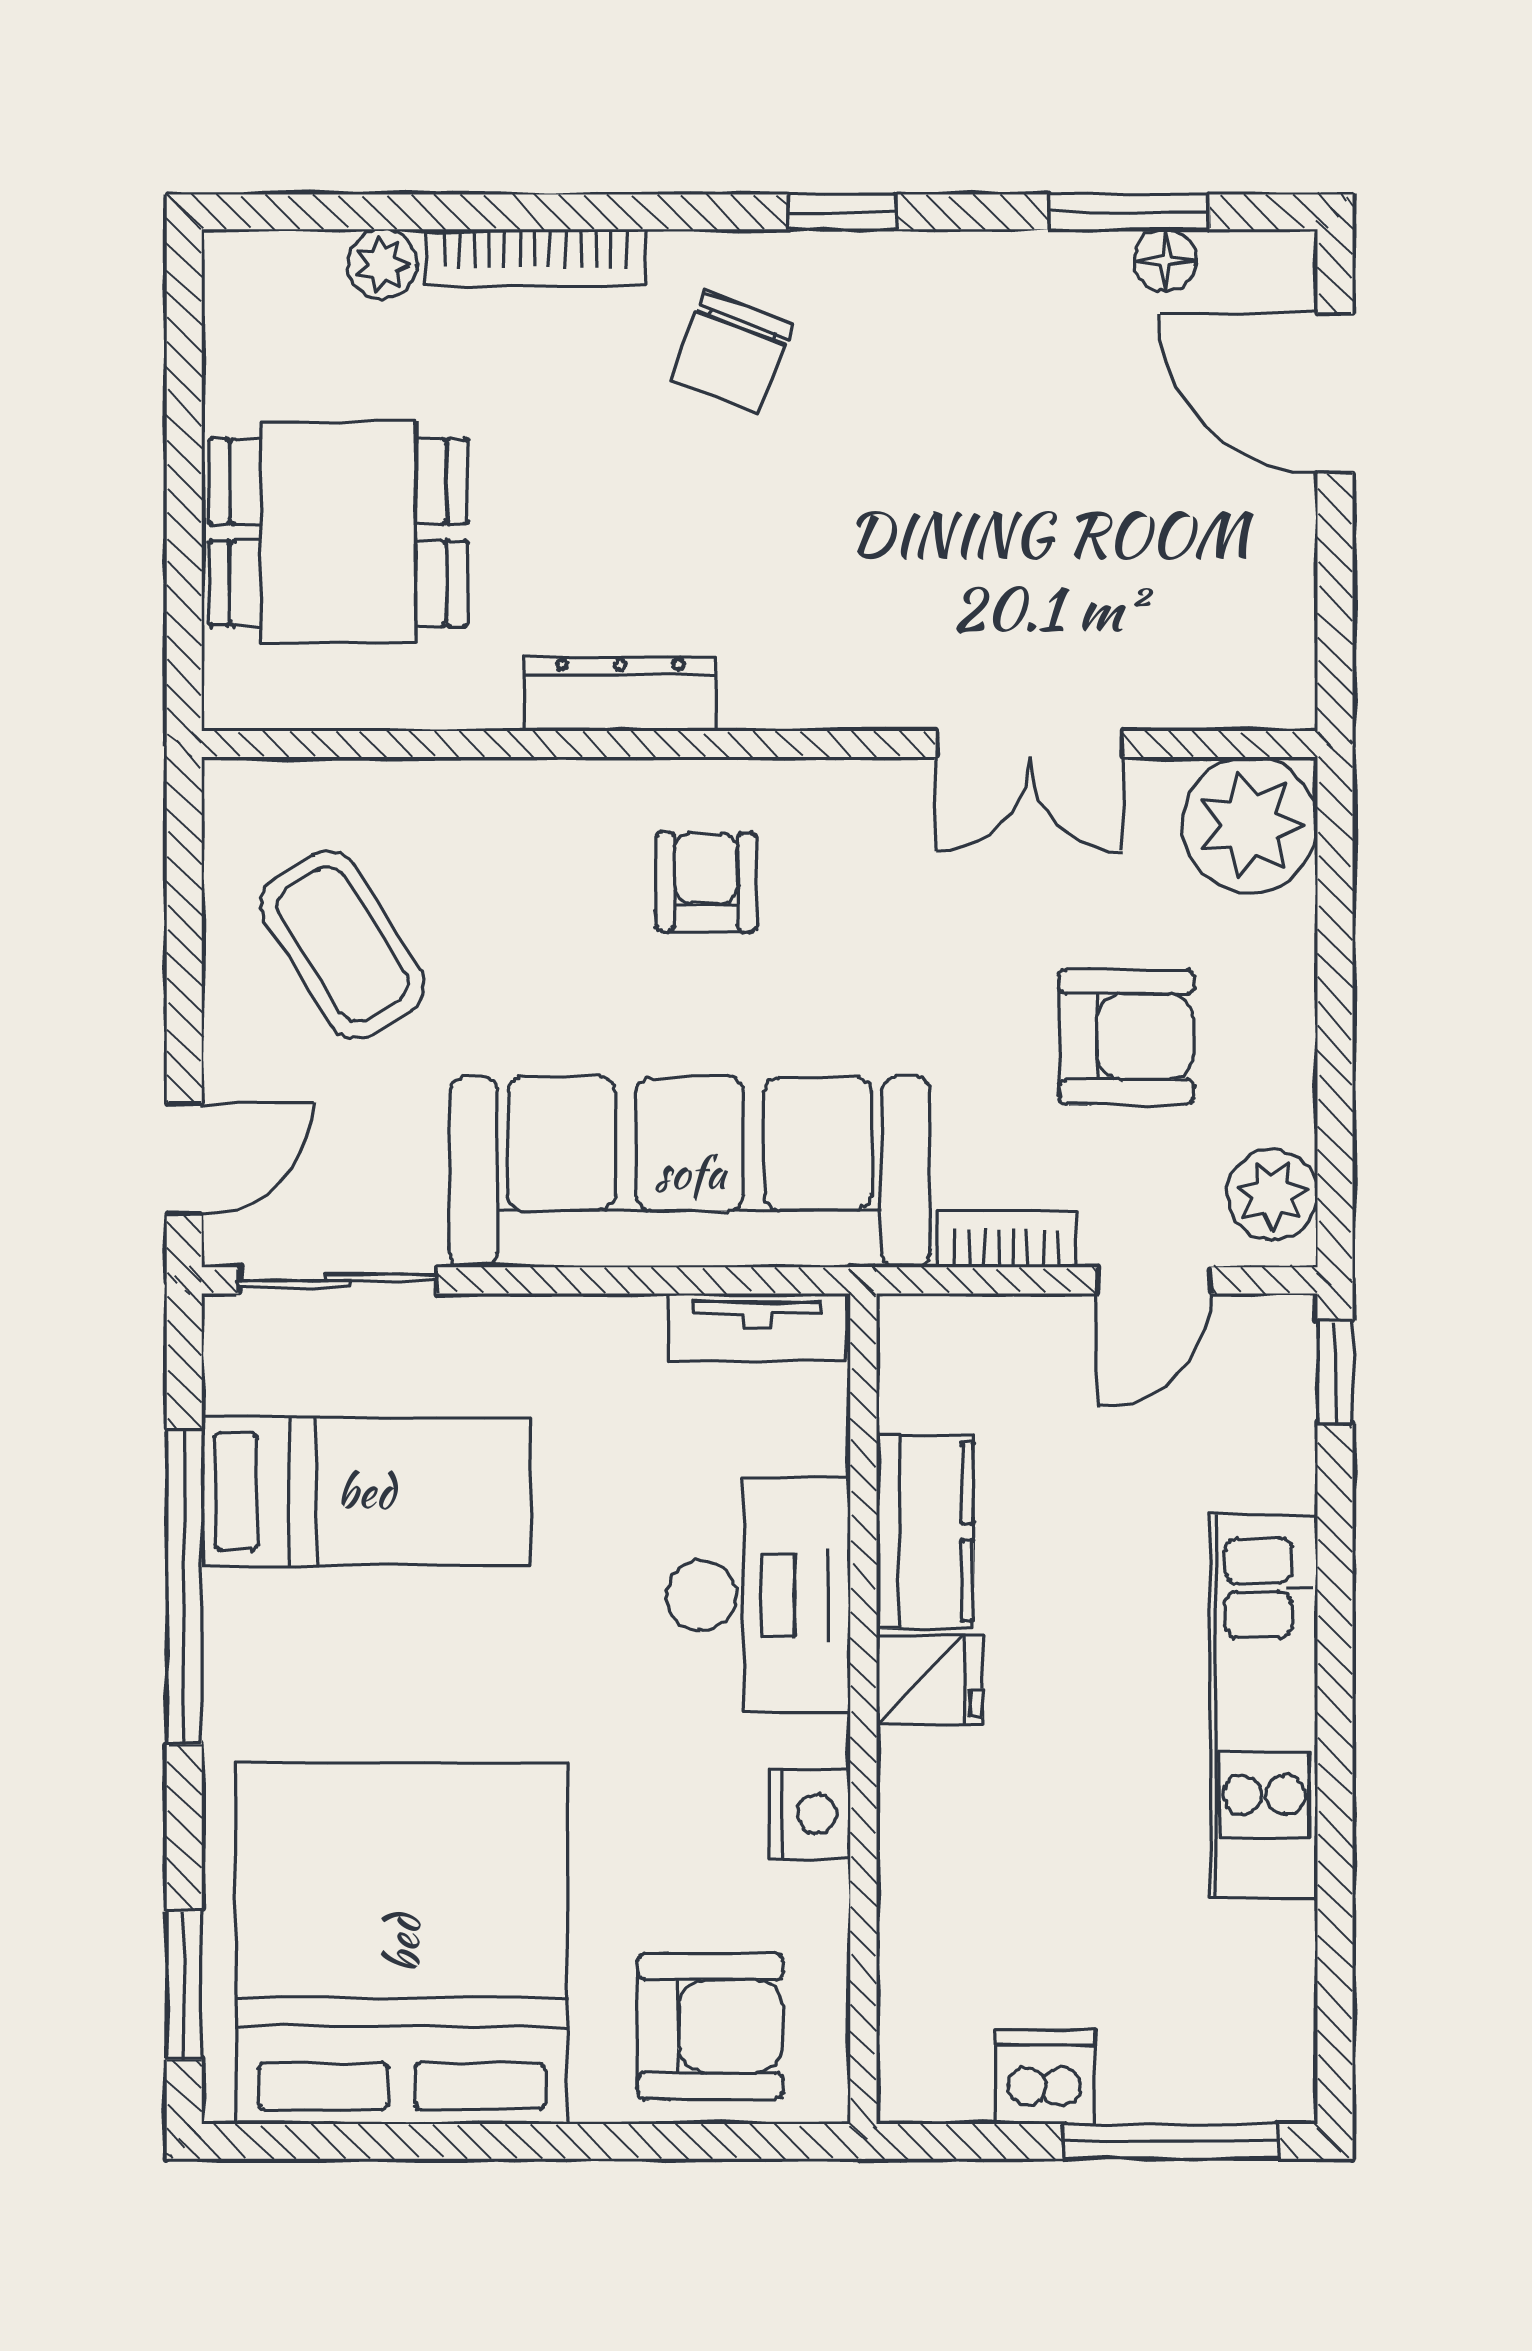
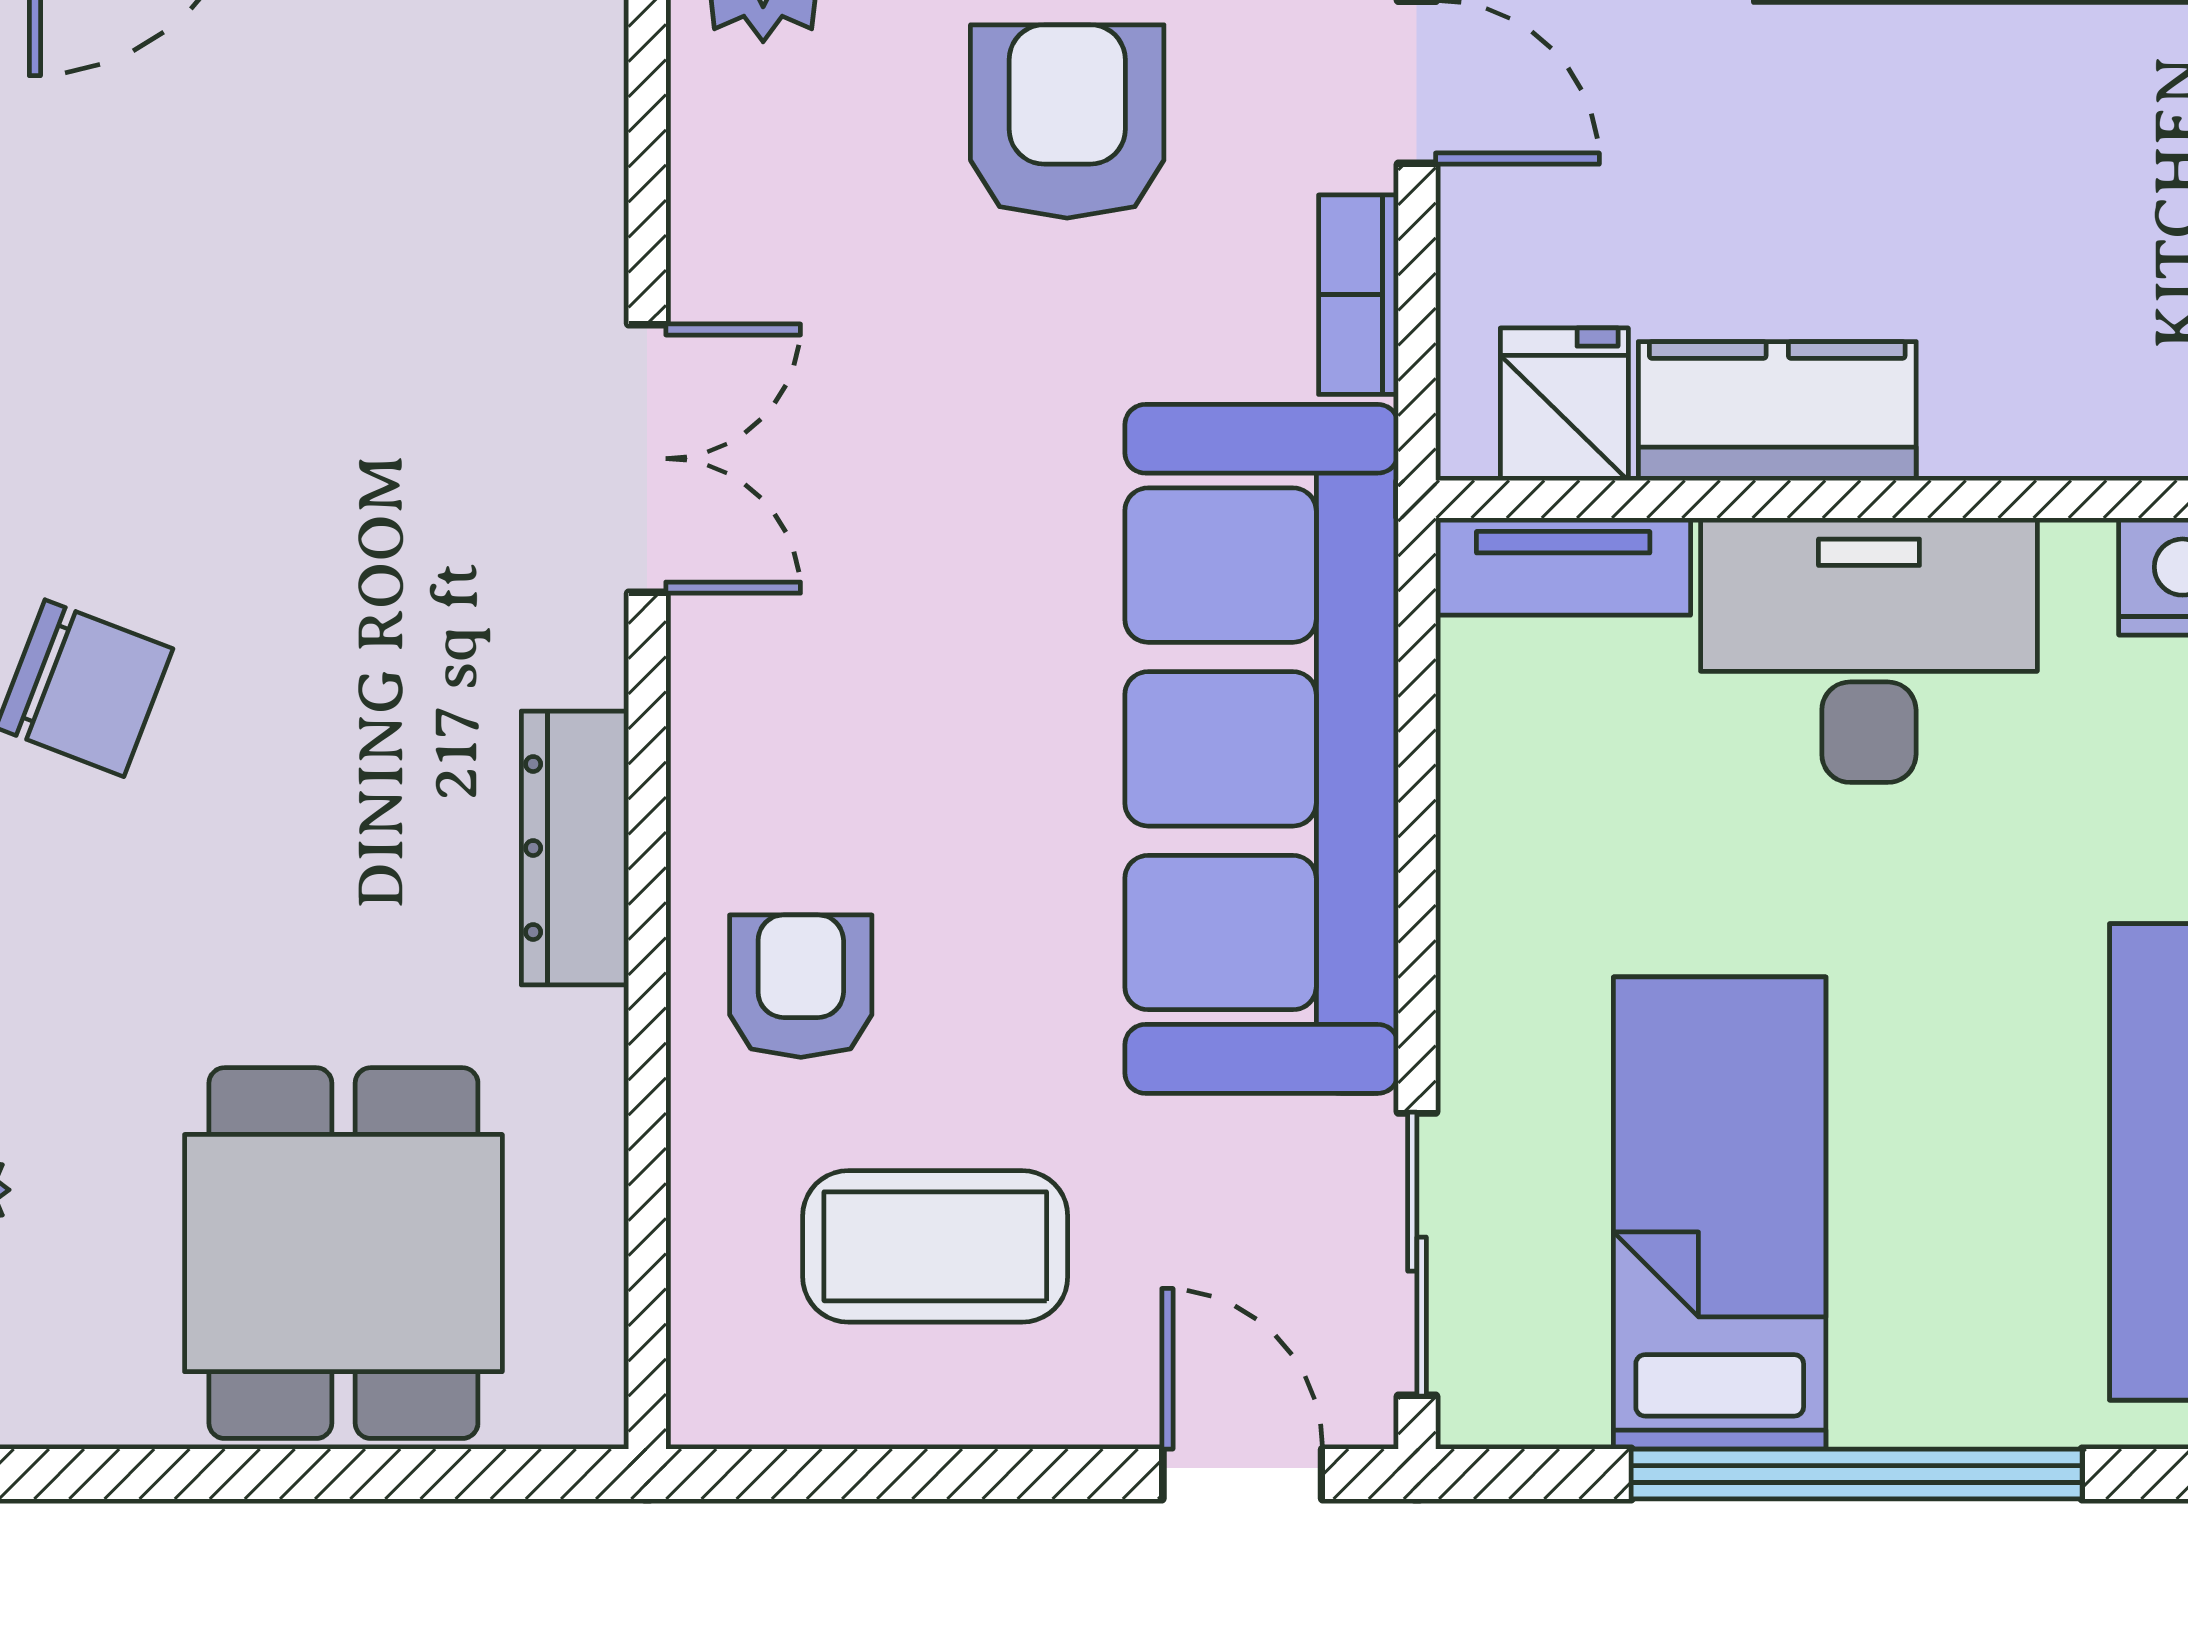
double door: (1029, 744) -> (647, 459), moved
armchair: (706, 882) -> (801, 986), moved, turned 90
coffee table: (343, 945) -> (935, 1246), turned 32
tv unit: (757, 1327) -> (1563, 567), moved, turned 90
fridge: (930, 1680) -> (1564, 404), moved

